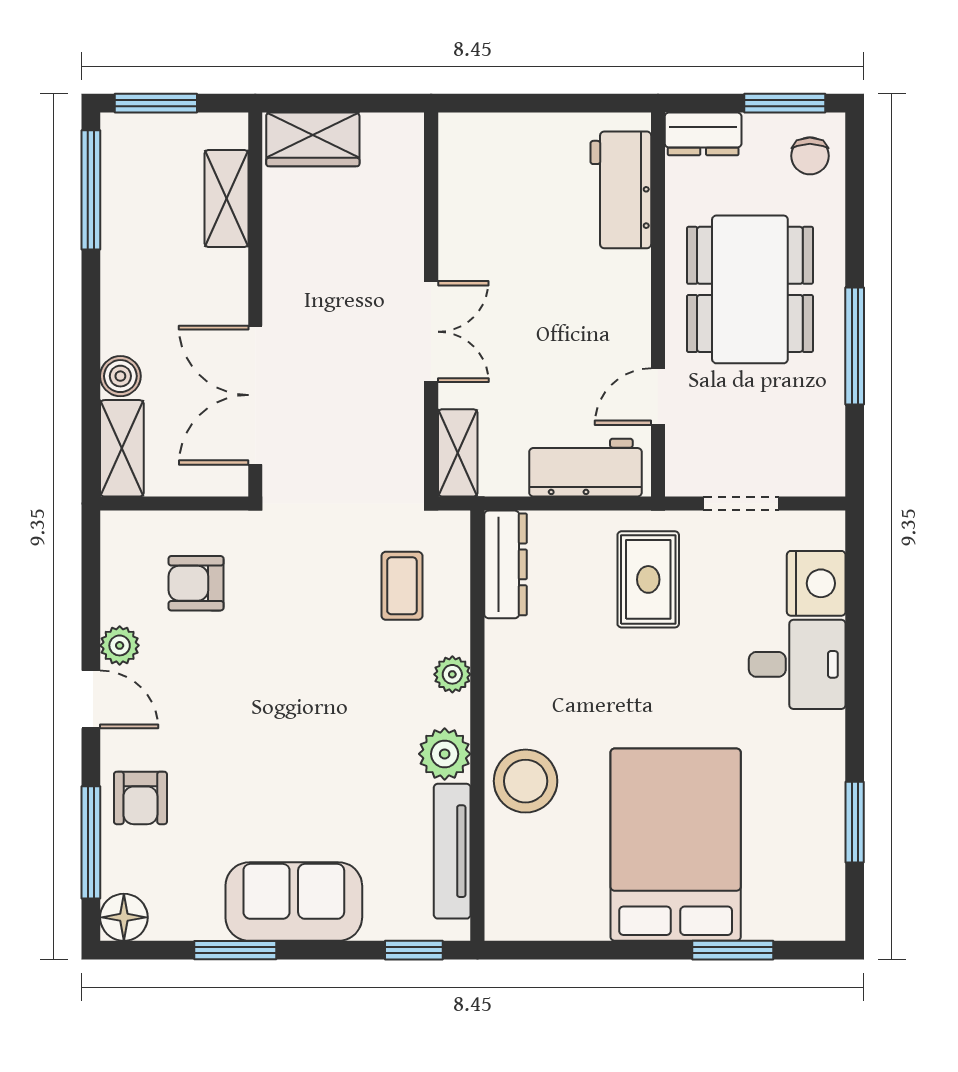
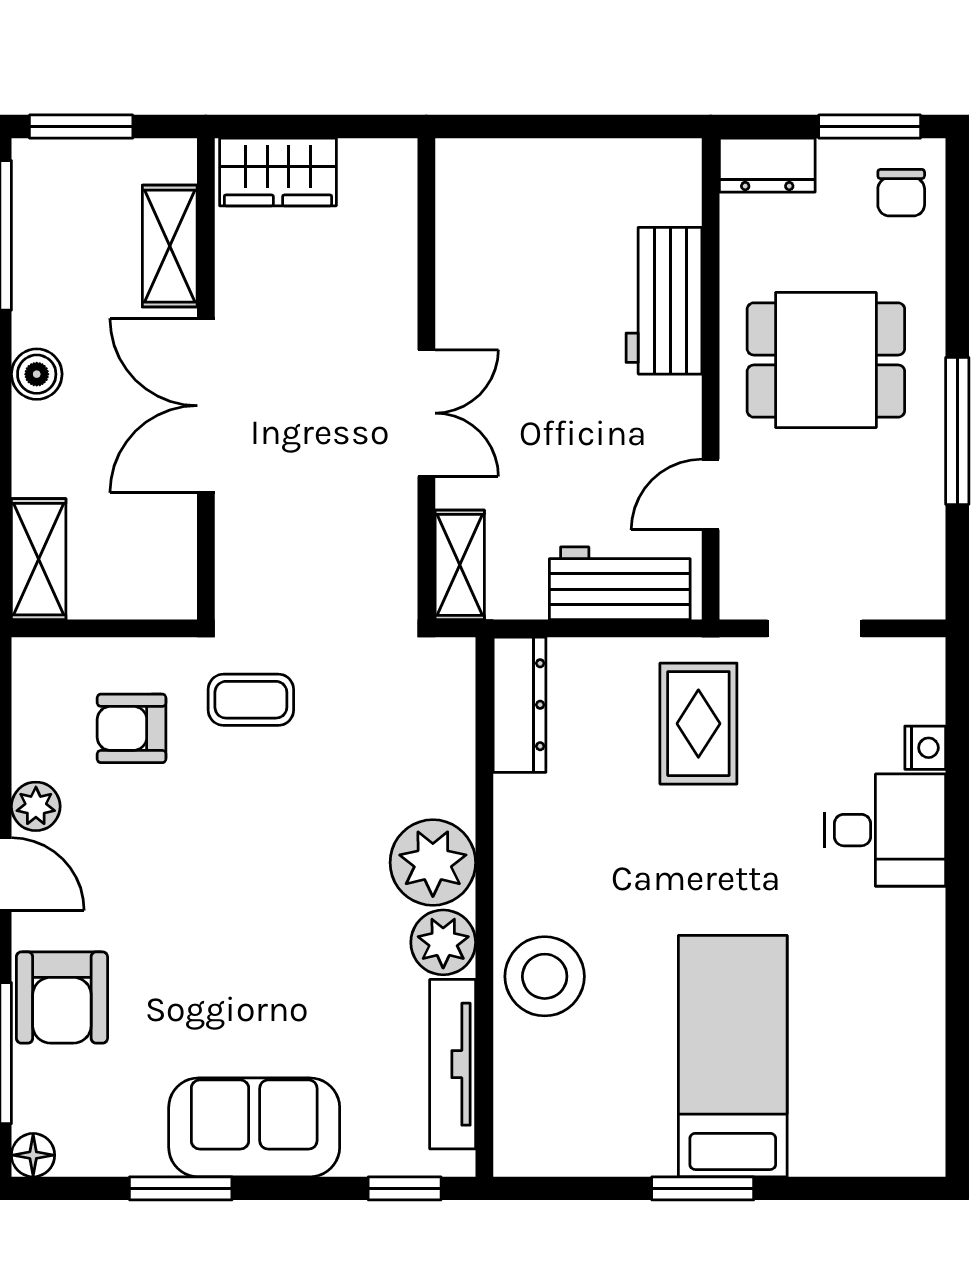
workbench: (621, 190) -> (664, 301), moved
dining table: (750, 289) -> (826, 360), width x0.73
boiler: (120, 376) -> (37, 374), moved
double door: (255, 395) -> (206, 406), moved
nightstand: (816, 583) -> (925, 748), width x0.53, depth x0.56
coffee table: (402, 586) -> (251, 700), moved, turned 90
plant: (452, 674) -> (433, 863), width x1.88, depth x1.88
armchair: (140, 798) -> (62, 997), width x1.38, depth x1.38
window: (855, 822) -> (957, 1028), removed
bed: (676, 845) -> (733, 1056), width x0.67
floor lamp: (124, 917) -> (33, 1155), width x0.73, depth x0.73
window: (733, 950) -> (703, 1188), moved

